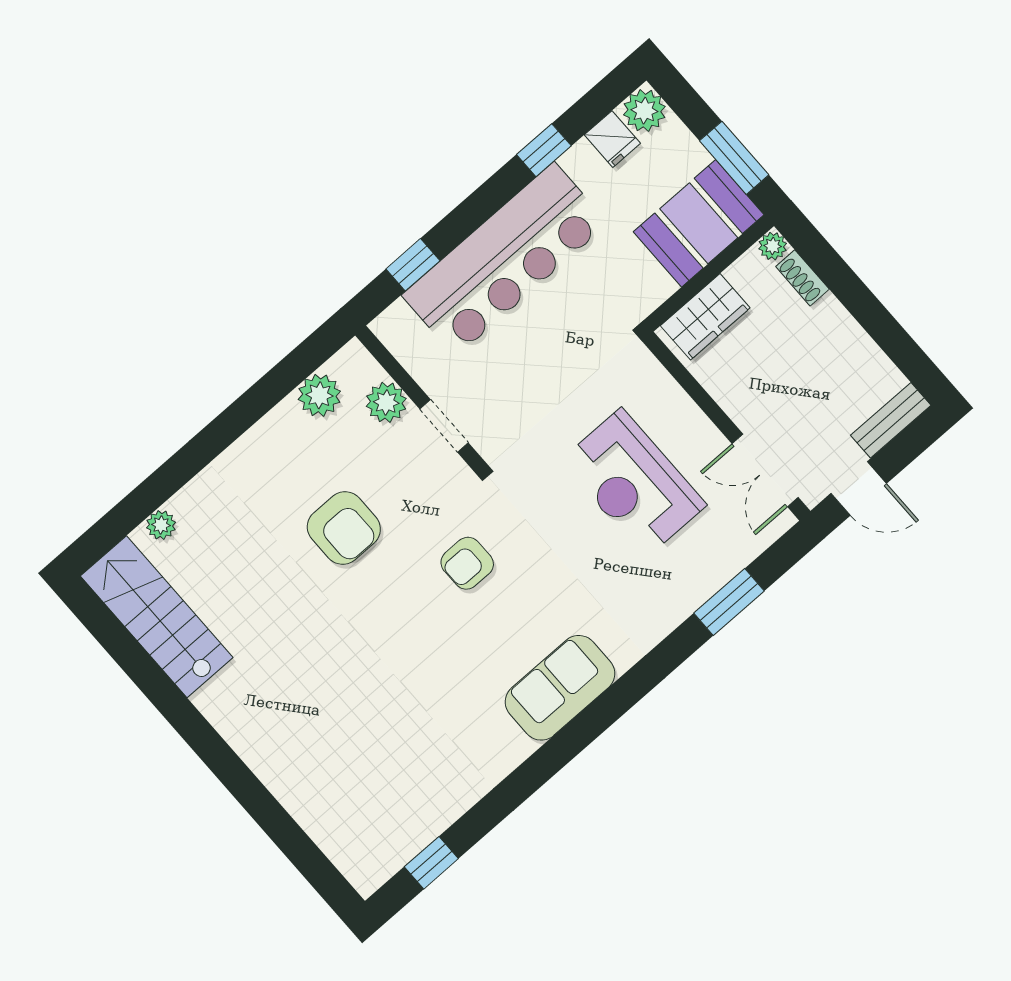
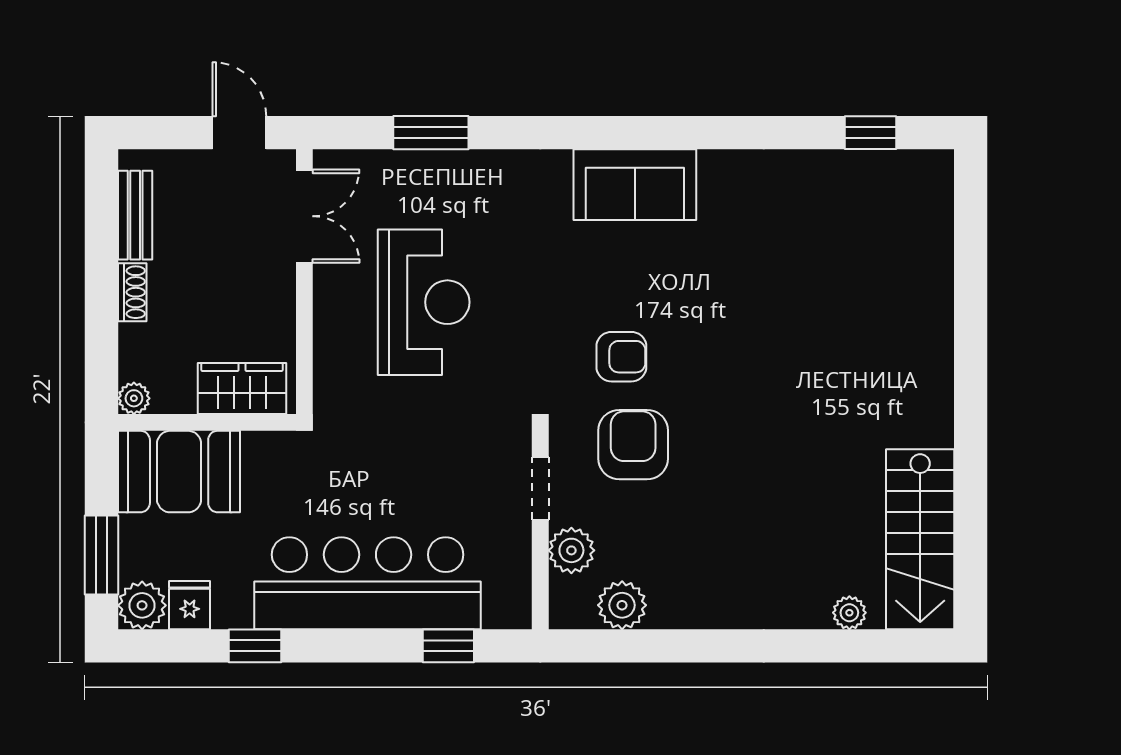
window: (734, 158) -> (102, 555), moved
shoe rack: (802, 278) -> (132, 292), moved
bench: (891, 420) -> (135, 215), moved, turned 90
armchair: (344, 528) -> (633, 445), moved

